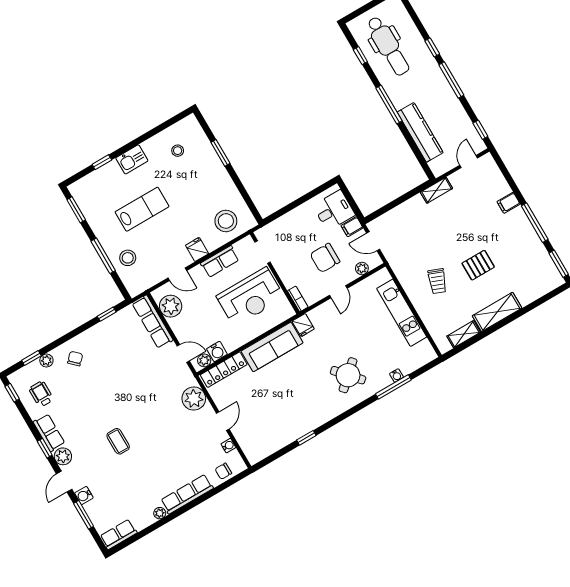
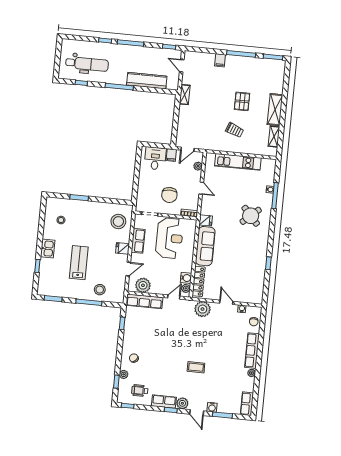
chair: (325, 258) -> (169, 195), moved

